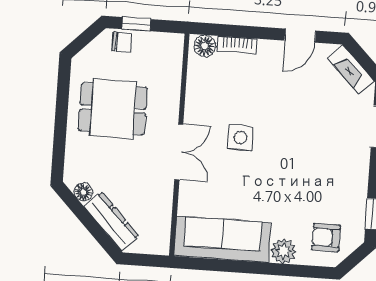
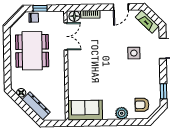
dining table: (113, 109) -> (32, 51), width x1.38
side table: (240, 138) -> (134, 53), moved
double door: (179, 152) -> (66, 36), moved
sofa: (222, 239) -> (85, 110), width x0.73

